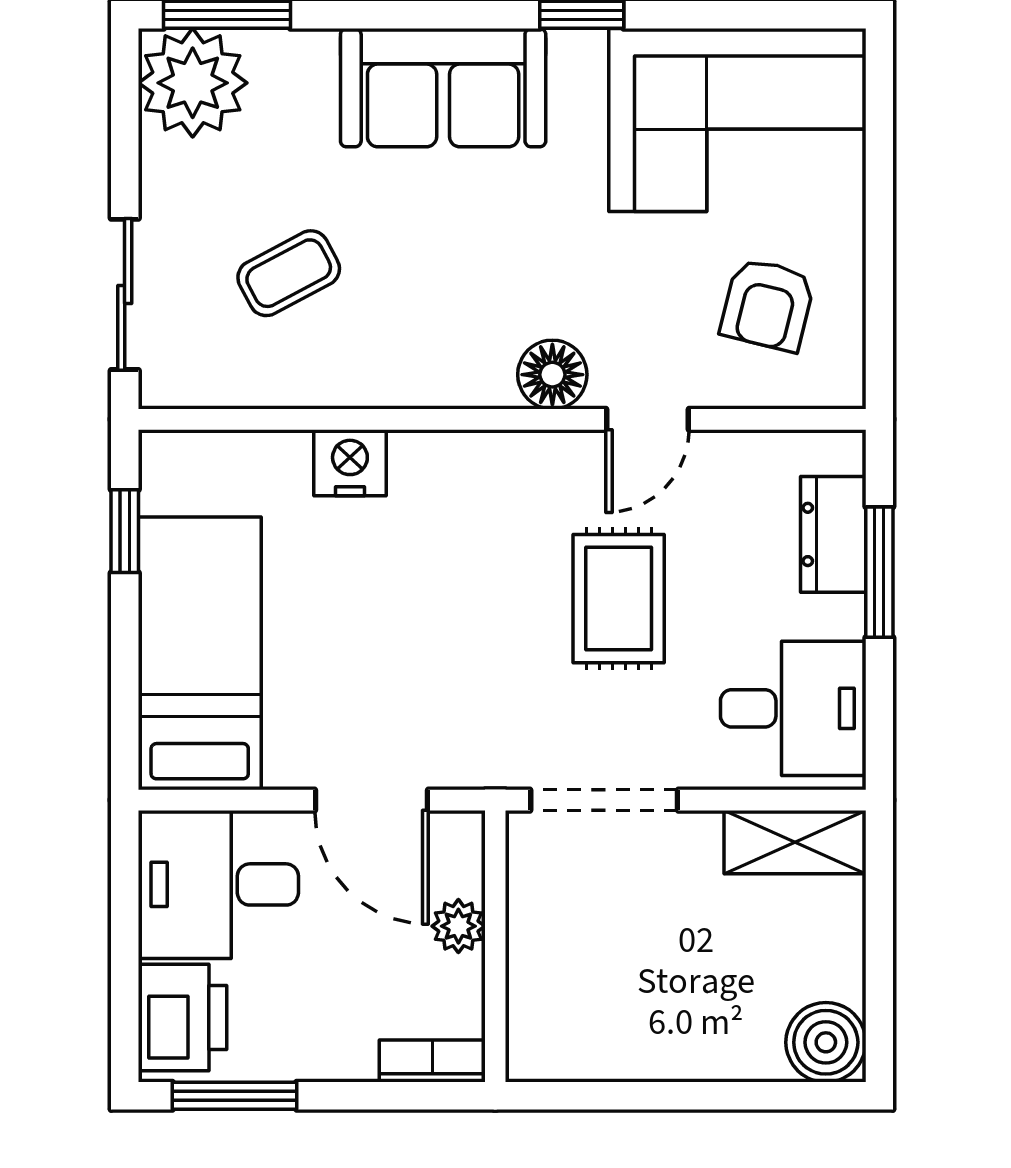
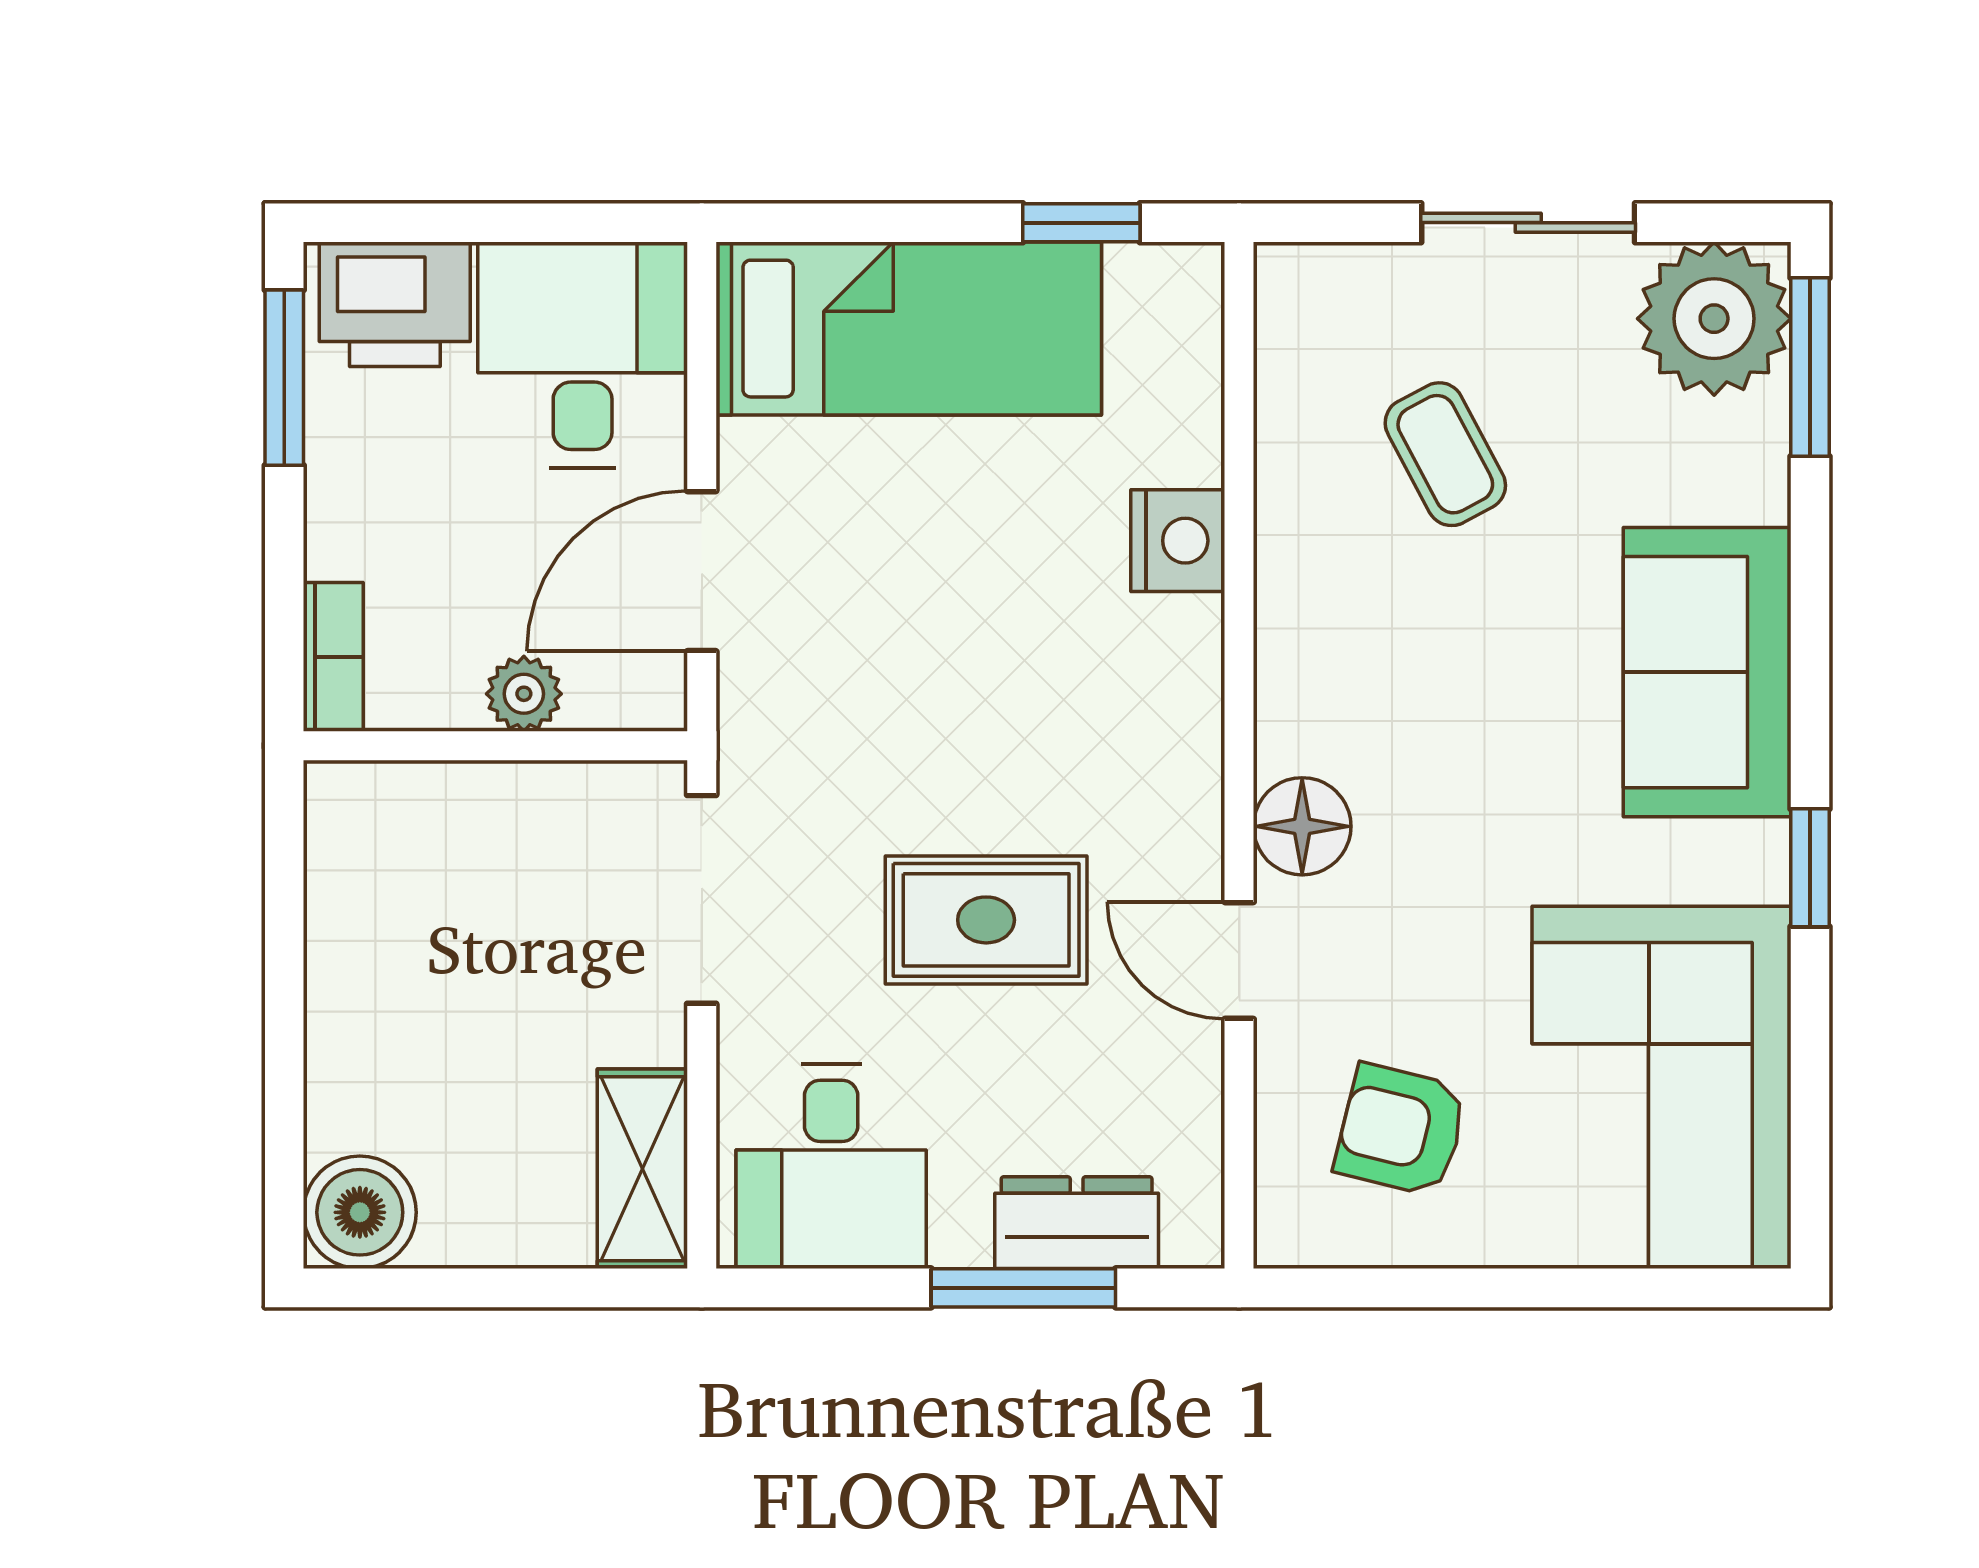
sliding door: (125, 294) -> (1528, 223), moved

